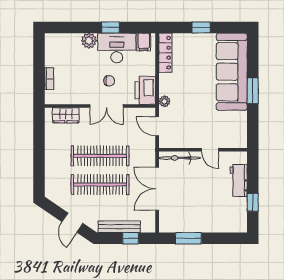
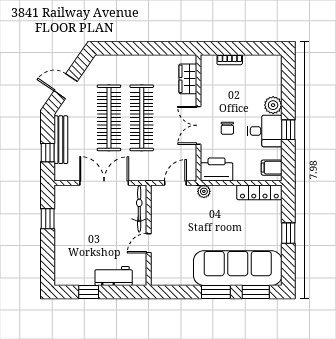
desk: (117, 48) -> (265, 131), width x0.73
window: (253, 56) -> (256, 292), added
window: (188, 238) -> (48, 219), width x0.67

